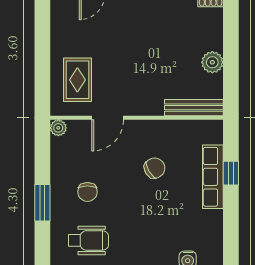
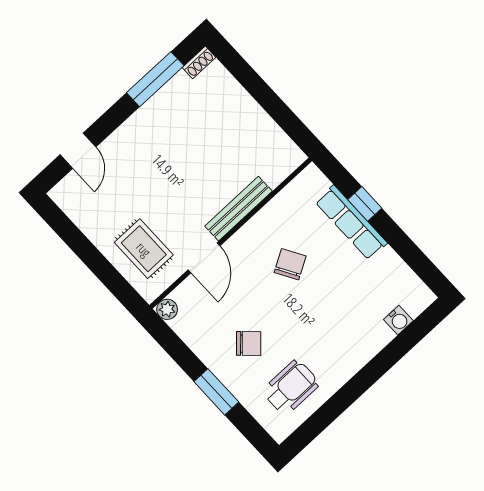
plant: (212, 62) -> (253, 118), removed
bench: (194, 108) -> (238, 209), moved
chair: (87, 192) -> (249, 343), turned -47

